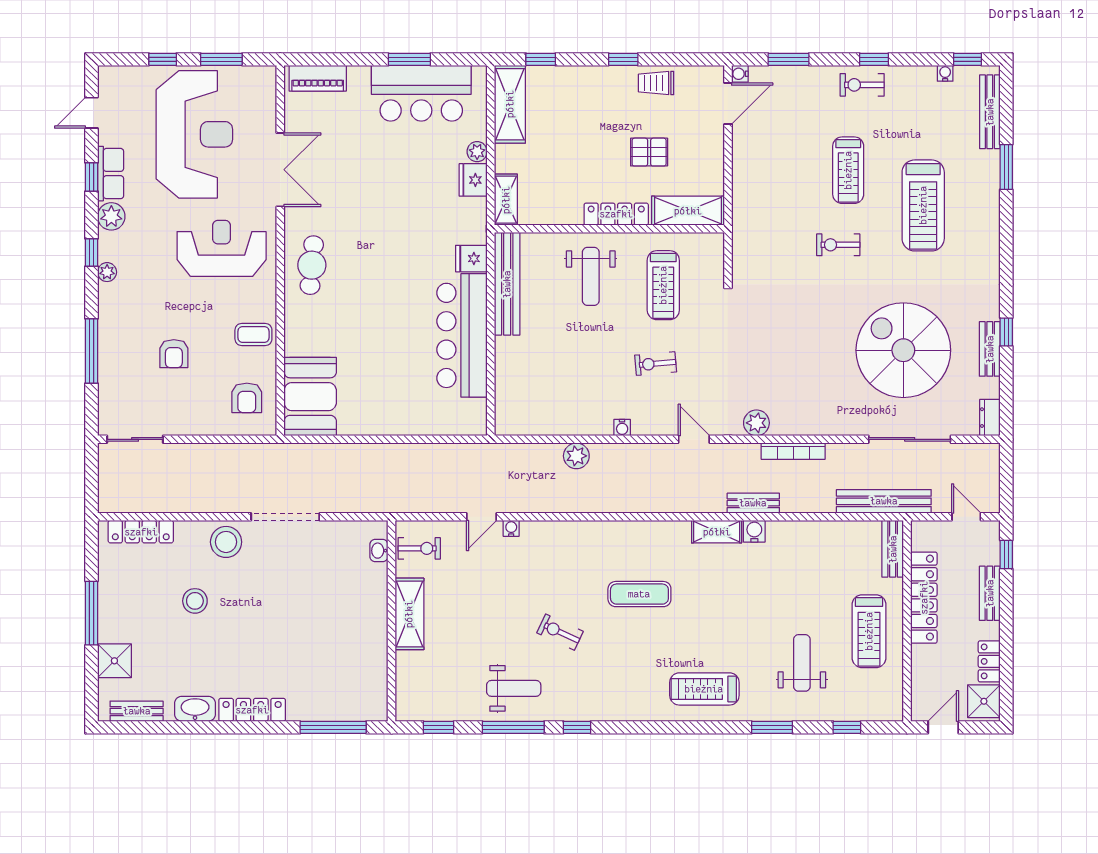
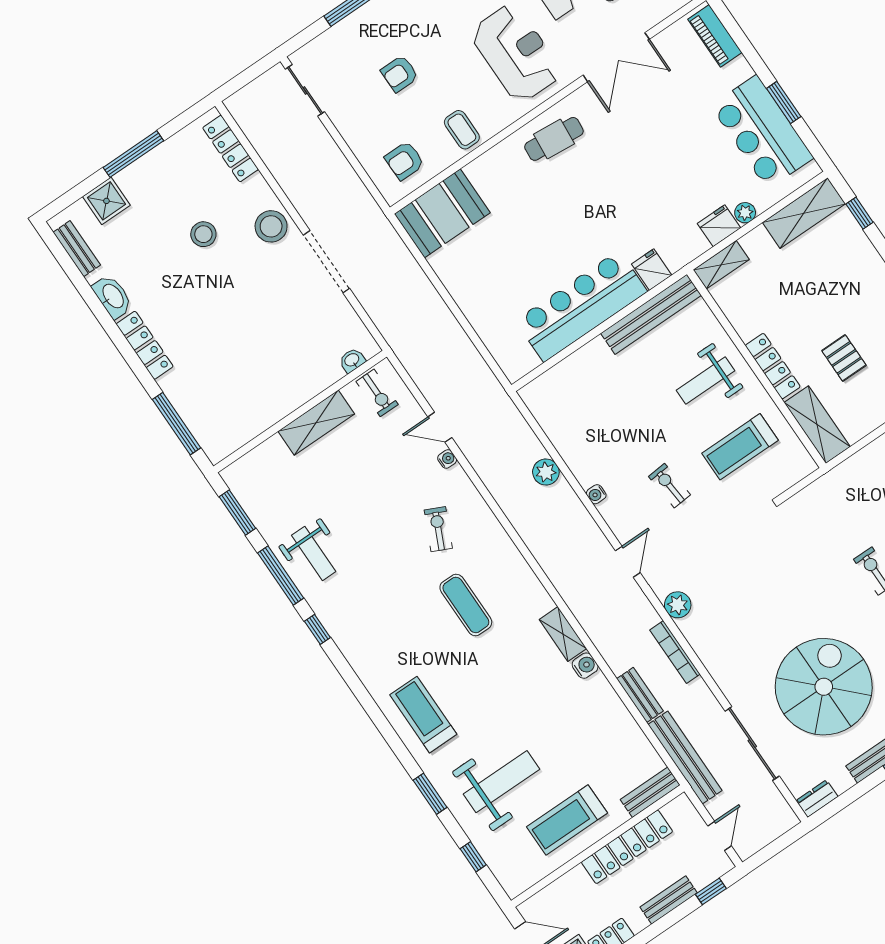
bench: (753, 503) -> (640, 695), moved
exercise bike: (560, 632) -> (438, 529), moved
weight bench: (802, 663) -> (501, 782), width x1.36, depth x1.33
window: (438, 727) -> (237, 512), width x1.50

